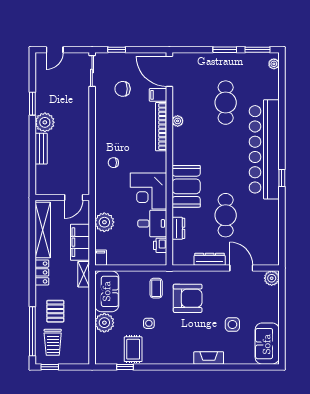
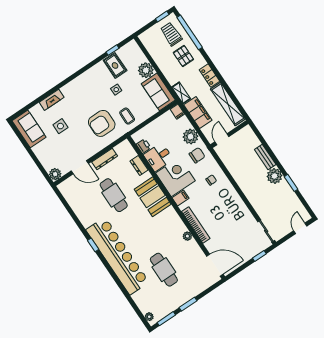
chair: (123, 89) -> (197, 155), moved
filing cabinet: (158, 95) -> (181, 198), moved
fireplace: (209, 358) -> (52, 100), moved

